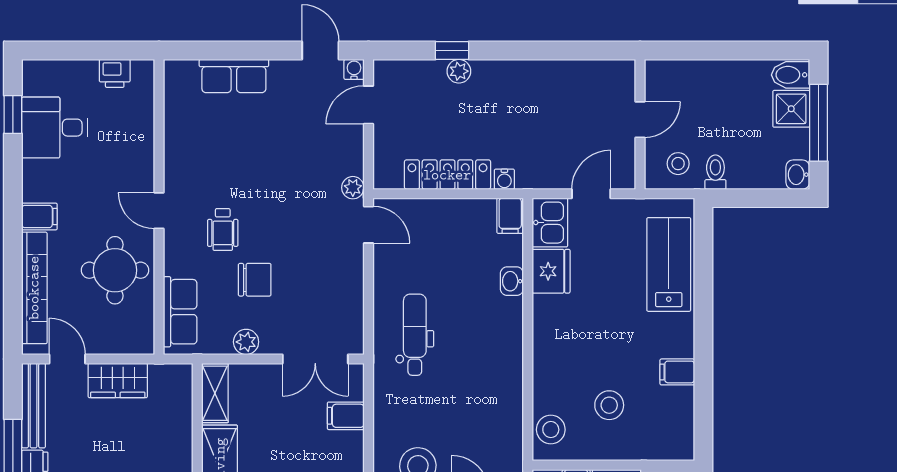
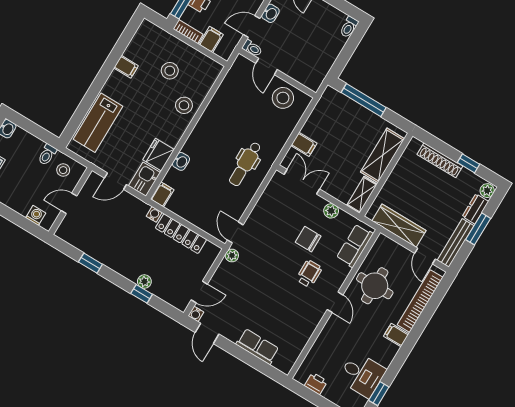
window: (555, 51) -> (90, 263), added
washing machine: (678, 72) -> (36, 215), added
wardrobe: (118, 381) -> (399, 226), width x1.50
stool: (551, 430) -> (184, 105), moved

